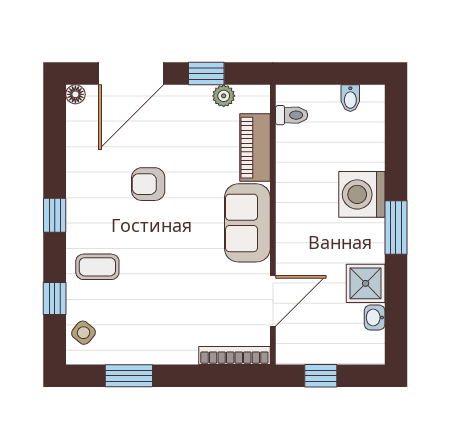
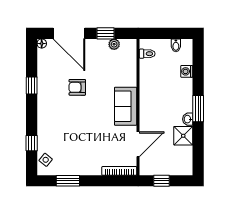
door: (131, 74) -> (69, 33), hinge flipped
piano: (255, 148) -> (129, 69), removed
washing machine: (362, 194) -> (187, 71), moved, width x0.53, depth x0.53
window: (55, 215) -> (32, 86), moved
coffee table: (97, 267) -> (52, 128), removed
washbasin: (375, 317) -> (188, 119), moved

